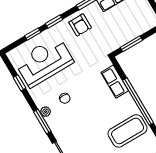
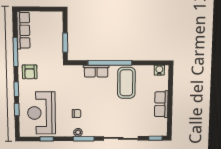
armchair: (80, 25) -> (30, 72), turned 90
row of seats: (115, 82) -> (96, 71), moved

